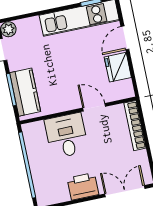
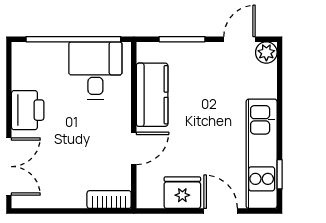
kitchen counter: (25, 92) -> (152, 95), moved, turned -90
bookcase: (135, 126) -> (109, 200), width x0.64
desk: (66, 136) -> (95, 70), moved, turned -90

